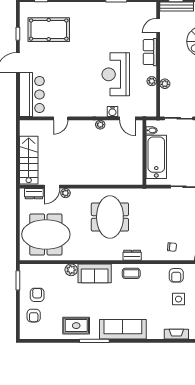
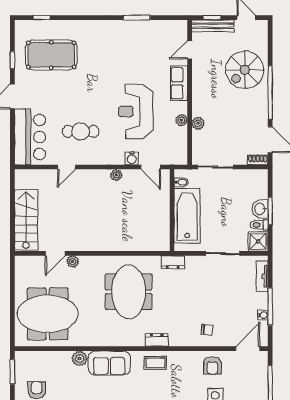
cafe table: (72, 90) -> (81, 131), added
dresser: (34, 194) -> (173, 262), moved

